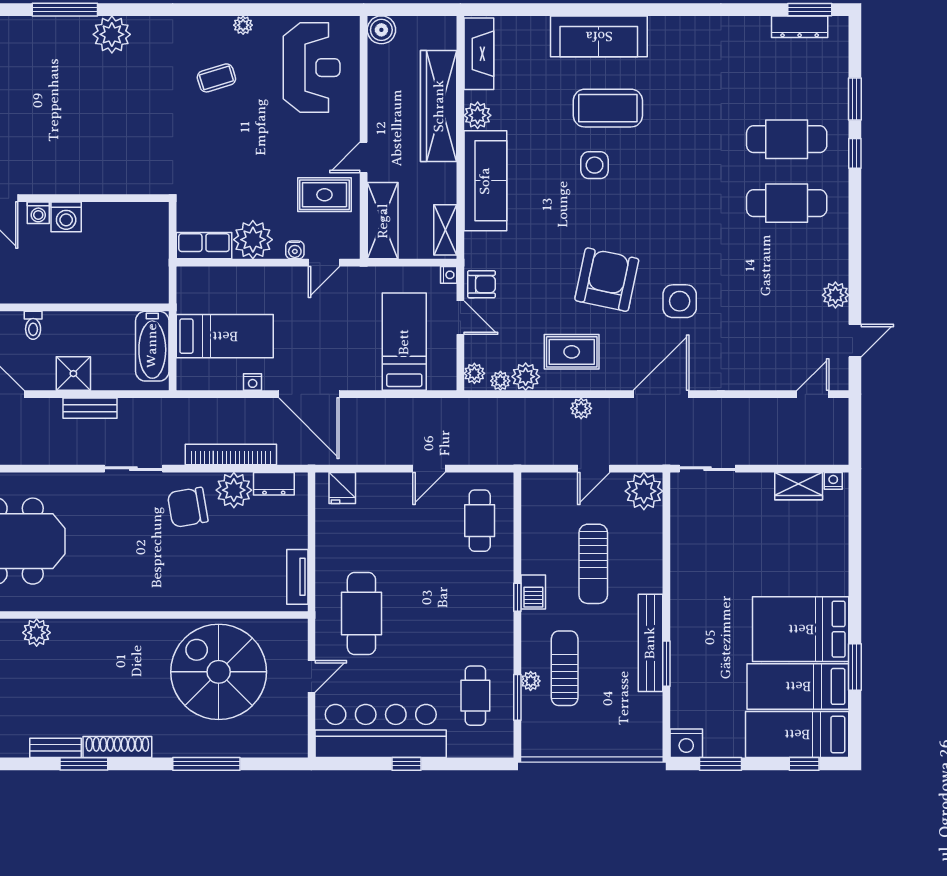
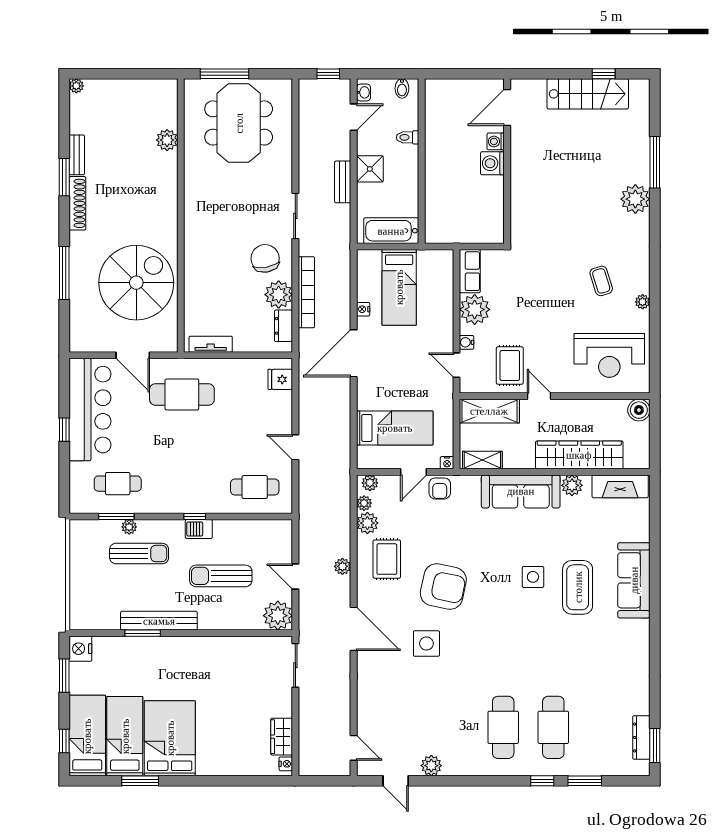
door: (311, 676) -> (133, 355), width x1.38

